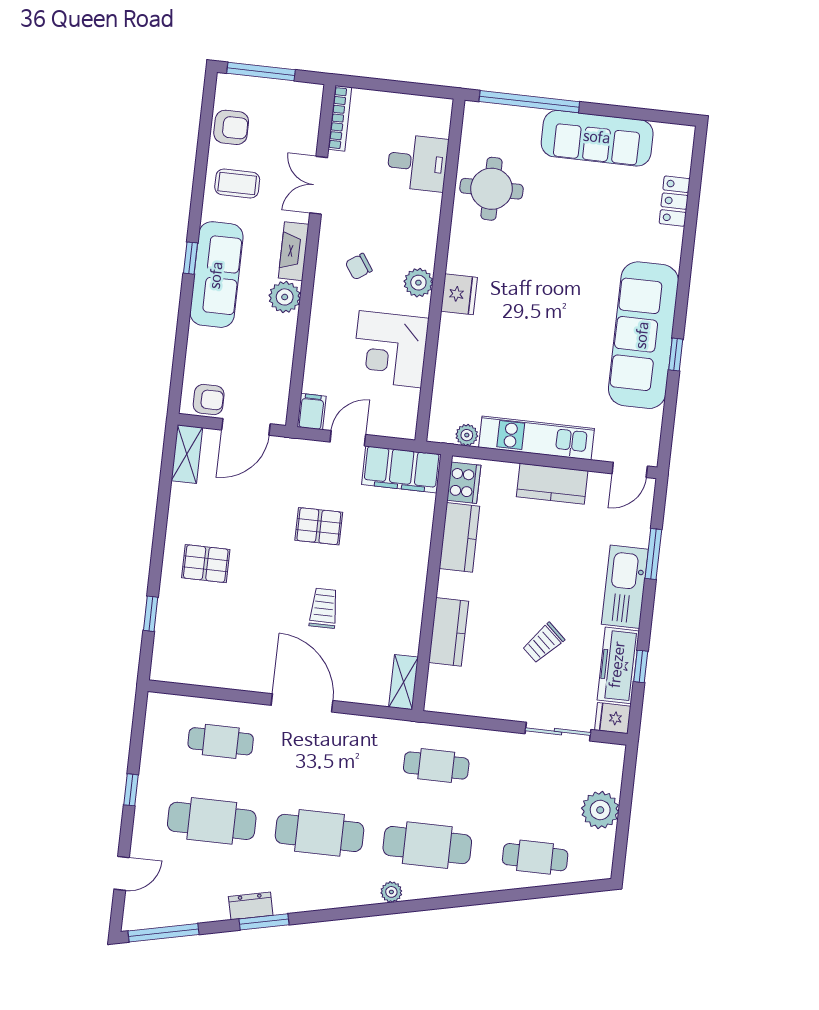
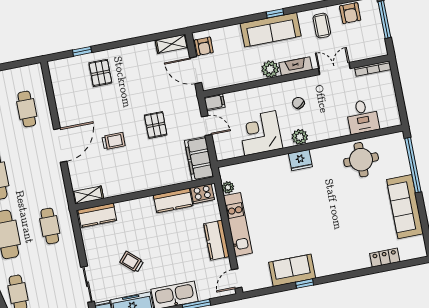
sofa: (643, 335) -> (292, 270), width x0.54, depth x0.79
door: (630, 470) -> (237, 279), hinge flipped
pallet: (206, 564) -> (100, 73), moved
kitchen counter: (449, 632) -> (97, 215), moved

